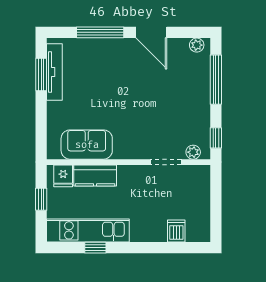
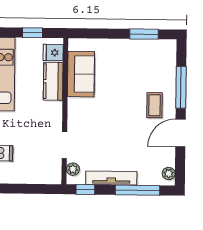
coffee table: (121, 62) -> (155, 105), added
tv unit: (54, 72) -> (111, 178), moved, turned 180

